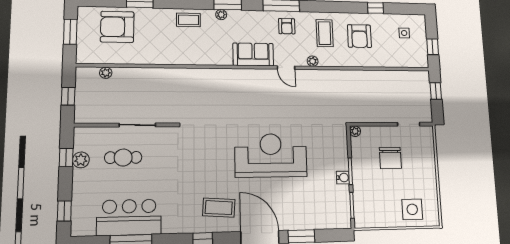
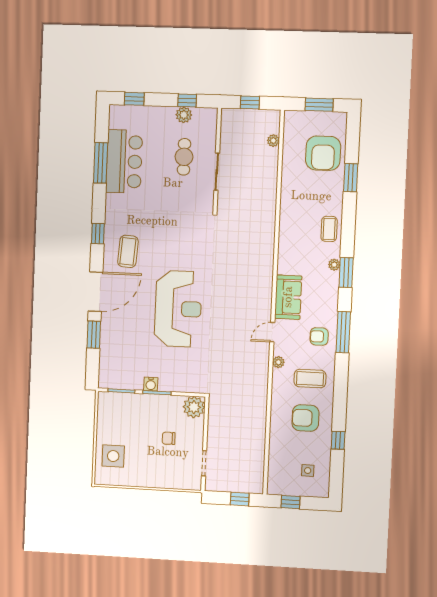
armchair: (117, 27) -> (323, 153), turned 180
plant: (355, 131) -> (194, 407), width x1.88, depth x1.88
chair: (390, 158) -> (169, 438), width x0.54, depth x0.54

